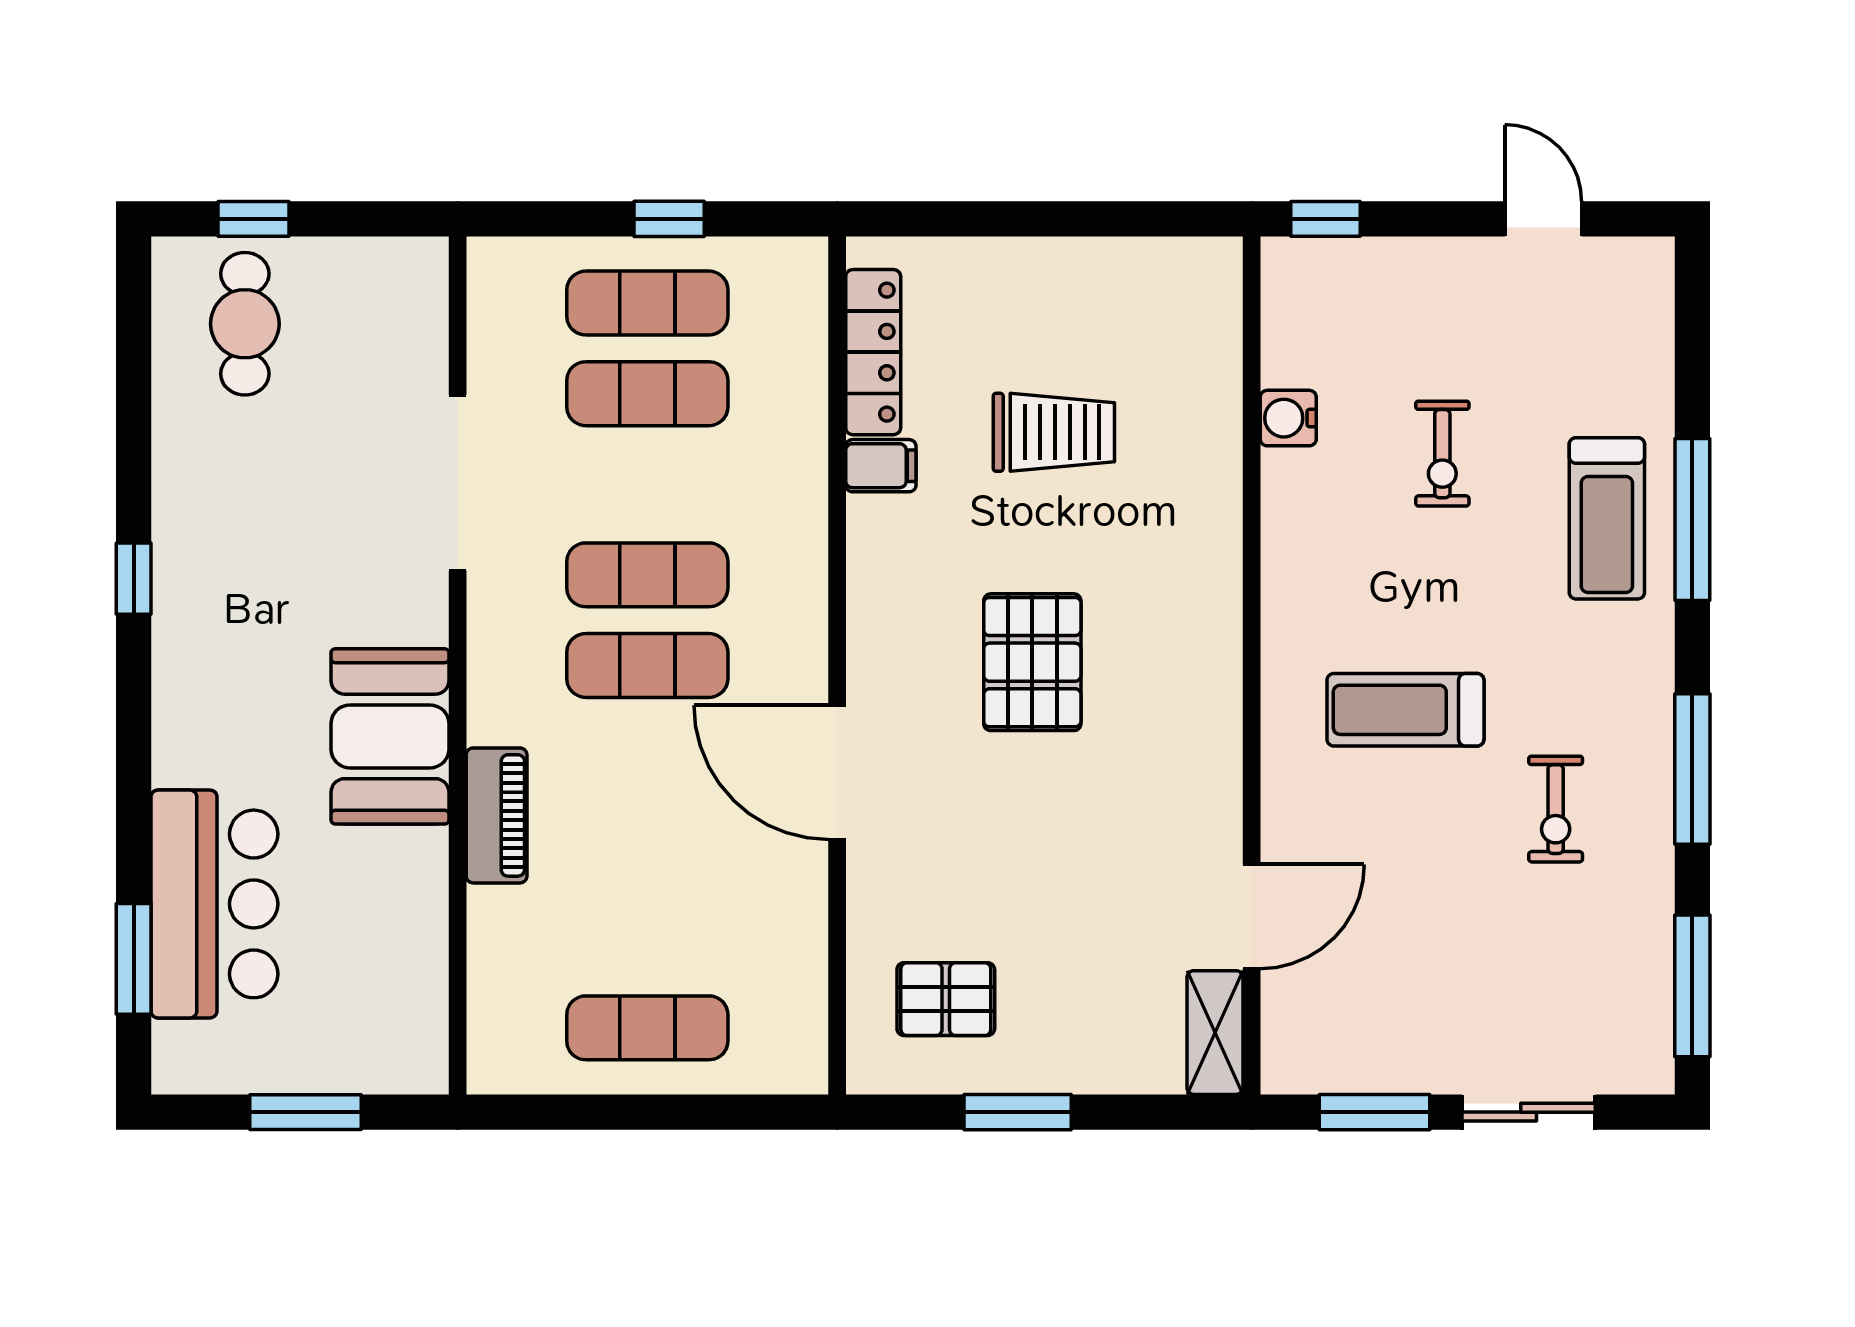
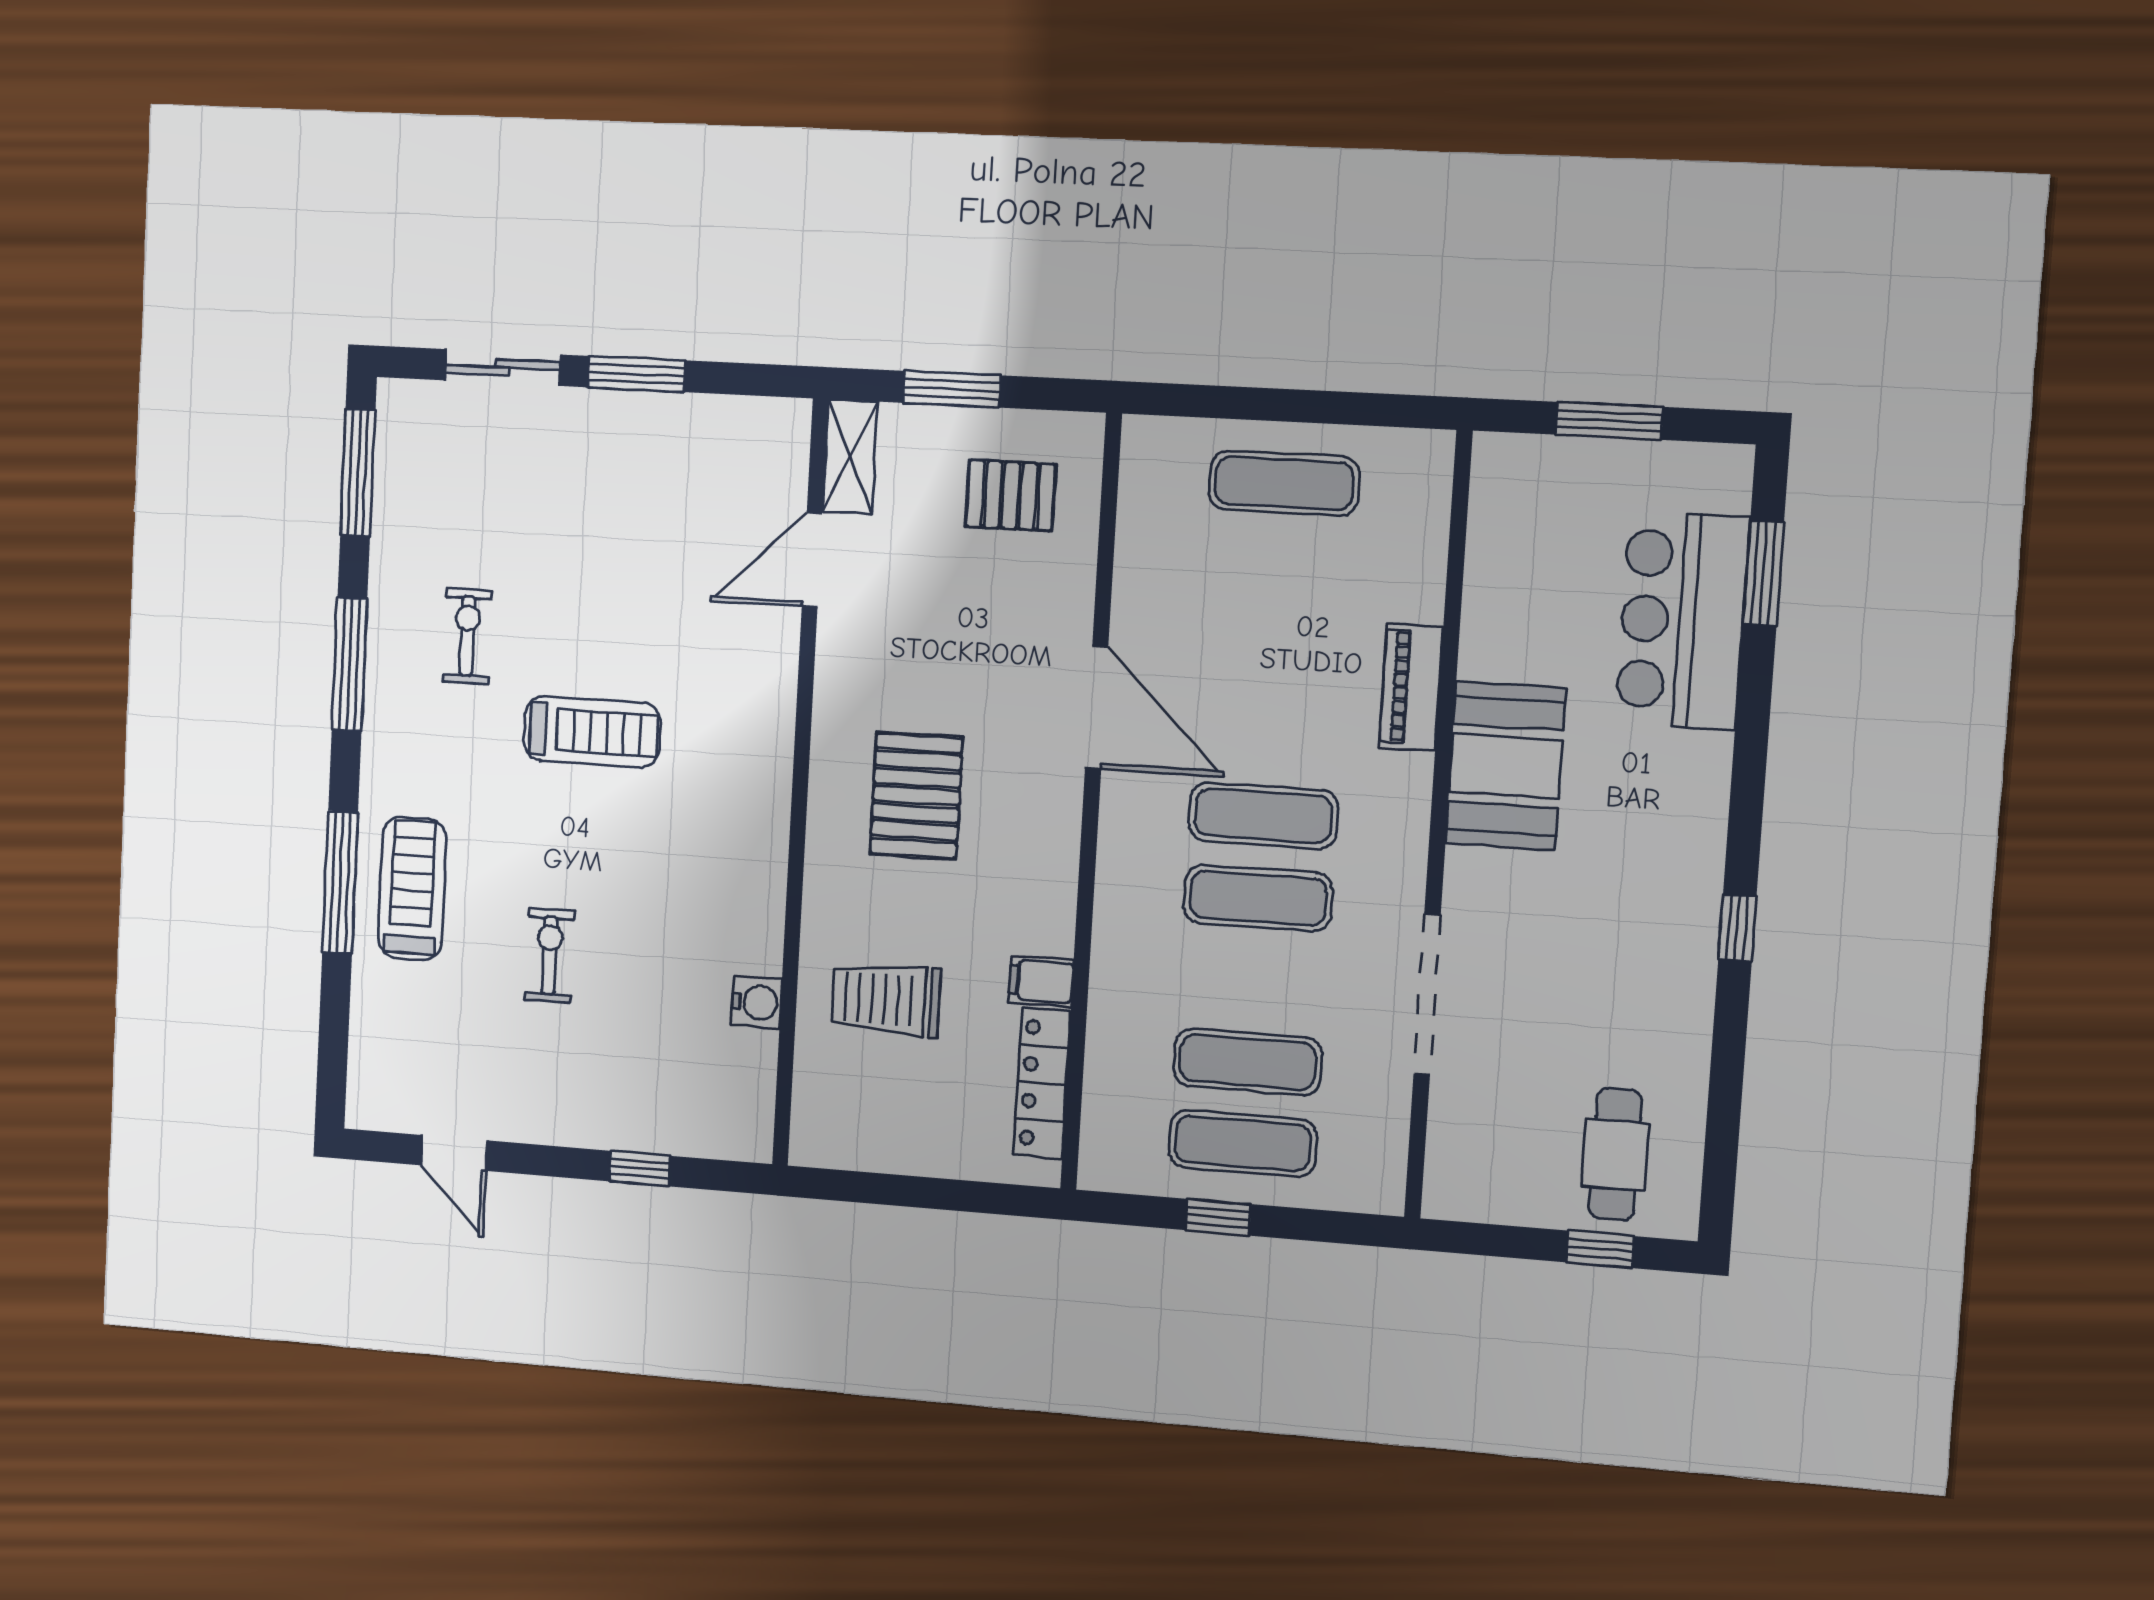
water cooler: (1288, 418) -> (757, 1002), moved
wall: (1252, 665) -> (800, 785), moved
door: (1252, 917) -> (812, 560), moved
shelving: (1215, 1033) -> (850, 457), moved

